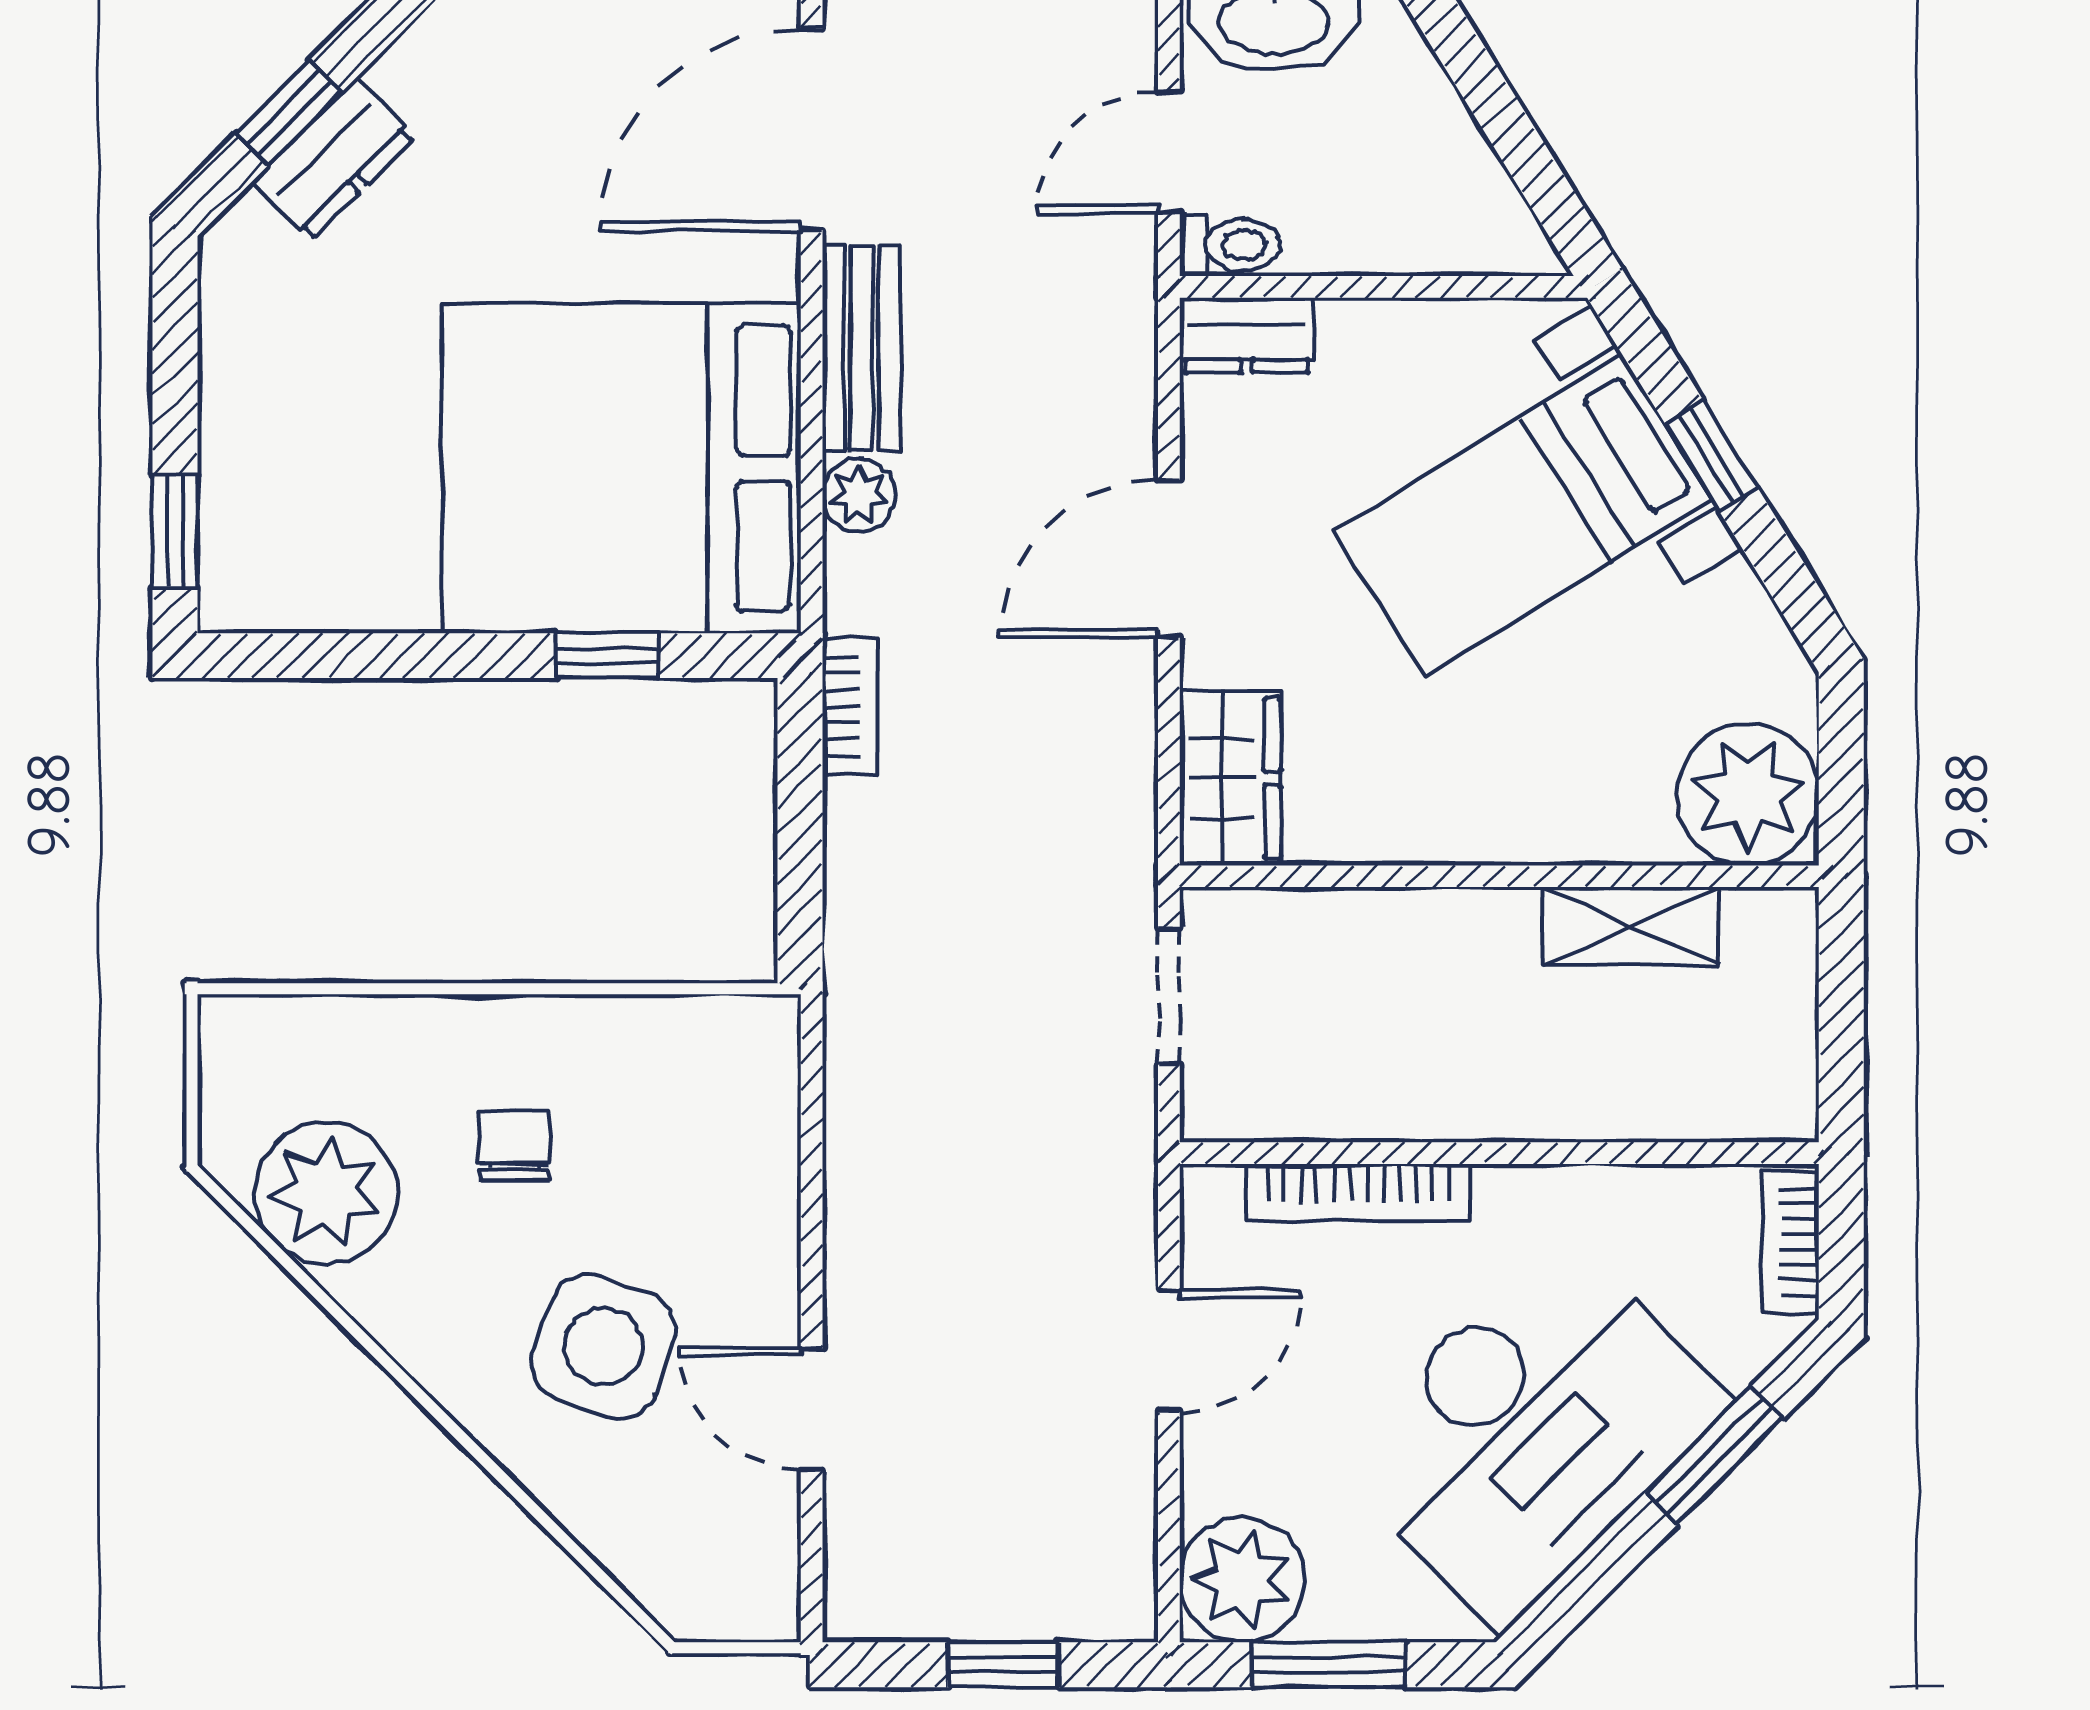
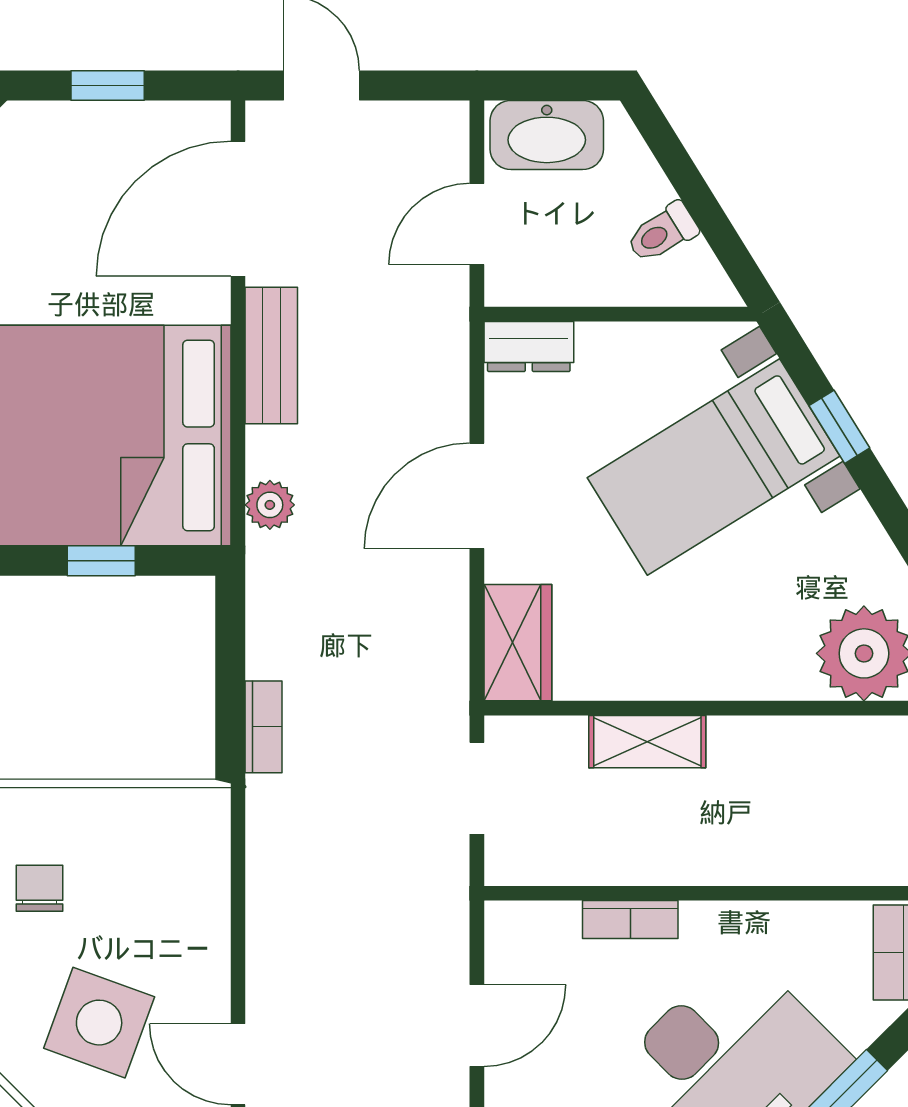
toilet: (1230, 245) -> (662, 233), moved, turned 148
plant: (859, 495) -> (270, 505), moved
bookcase: (850, 706) -> (264, 727), moved
shelving: (1631, 926) -> (647, 742), moved
bookcase: (1358, 1192) -> (630, 919), width x0.64

